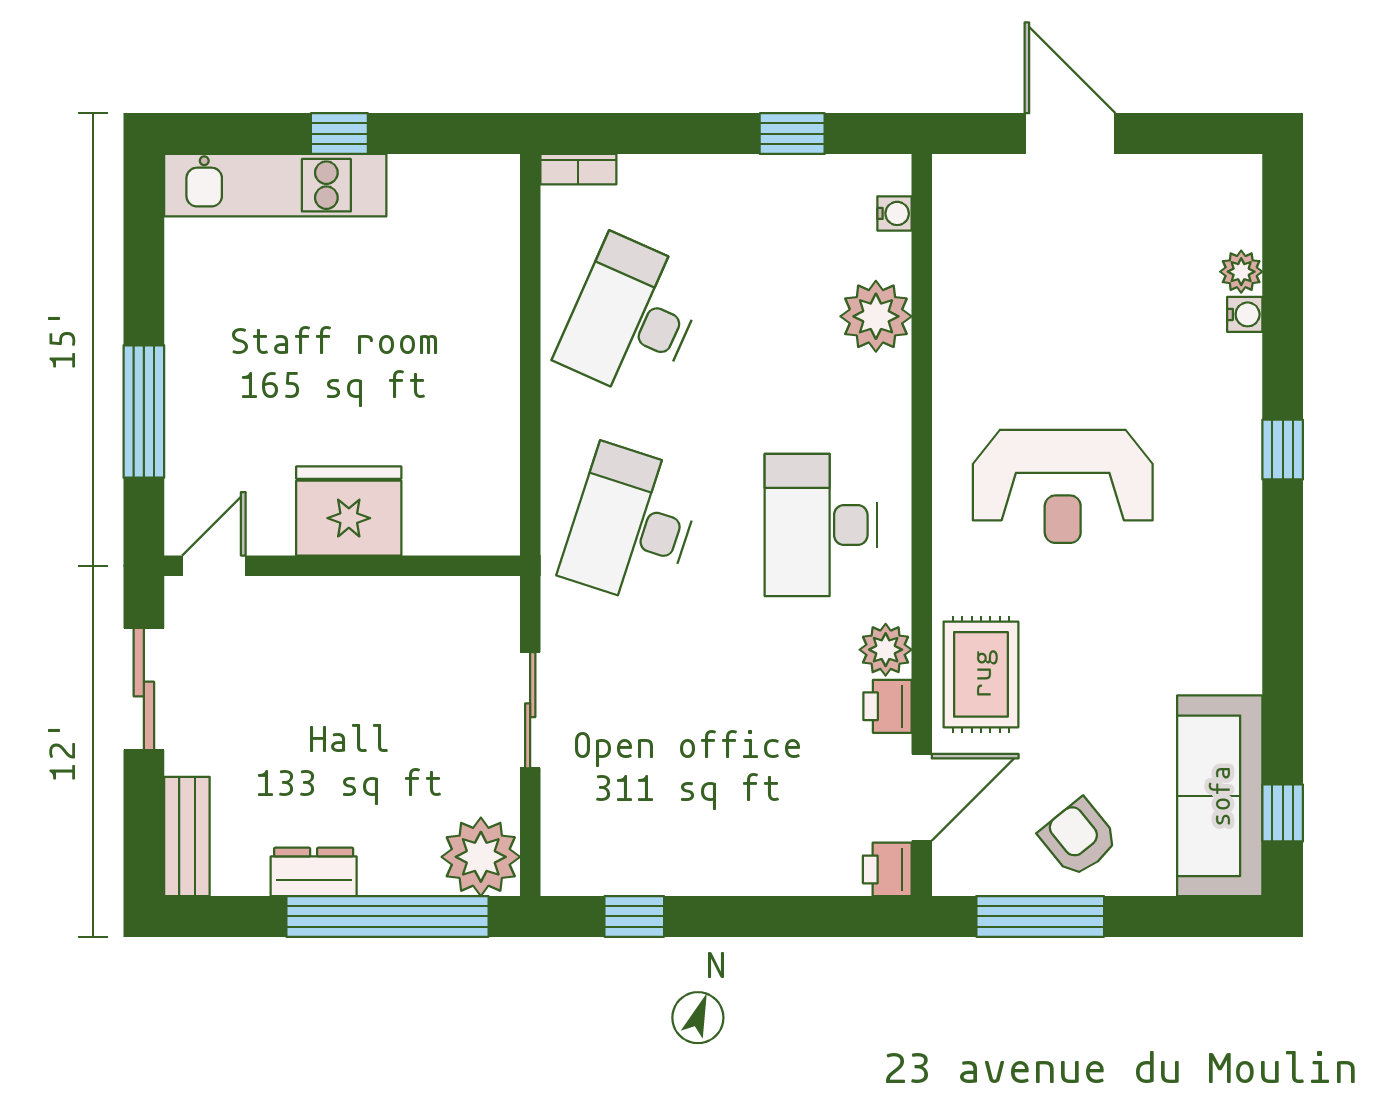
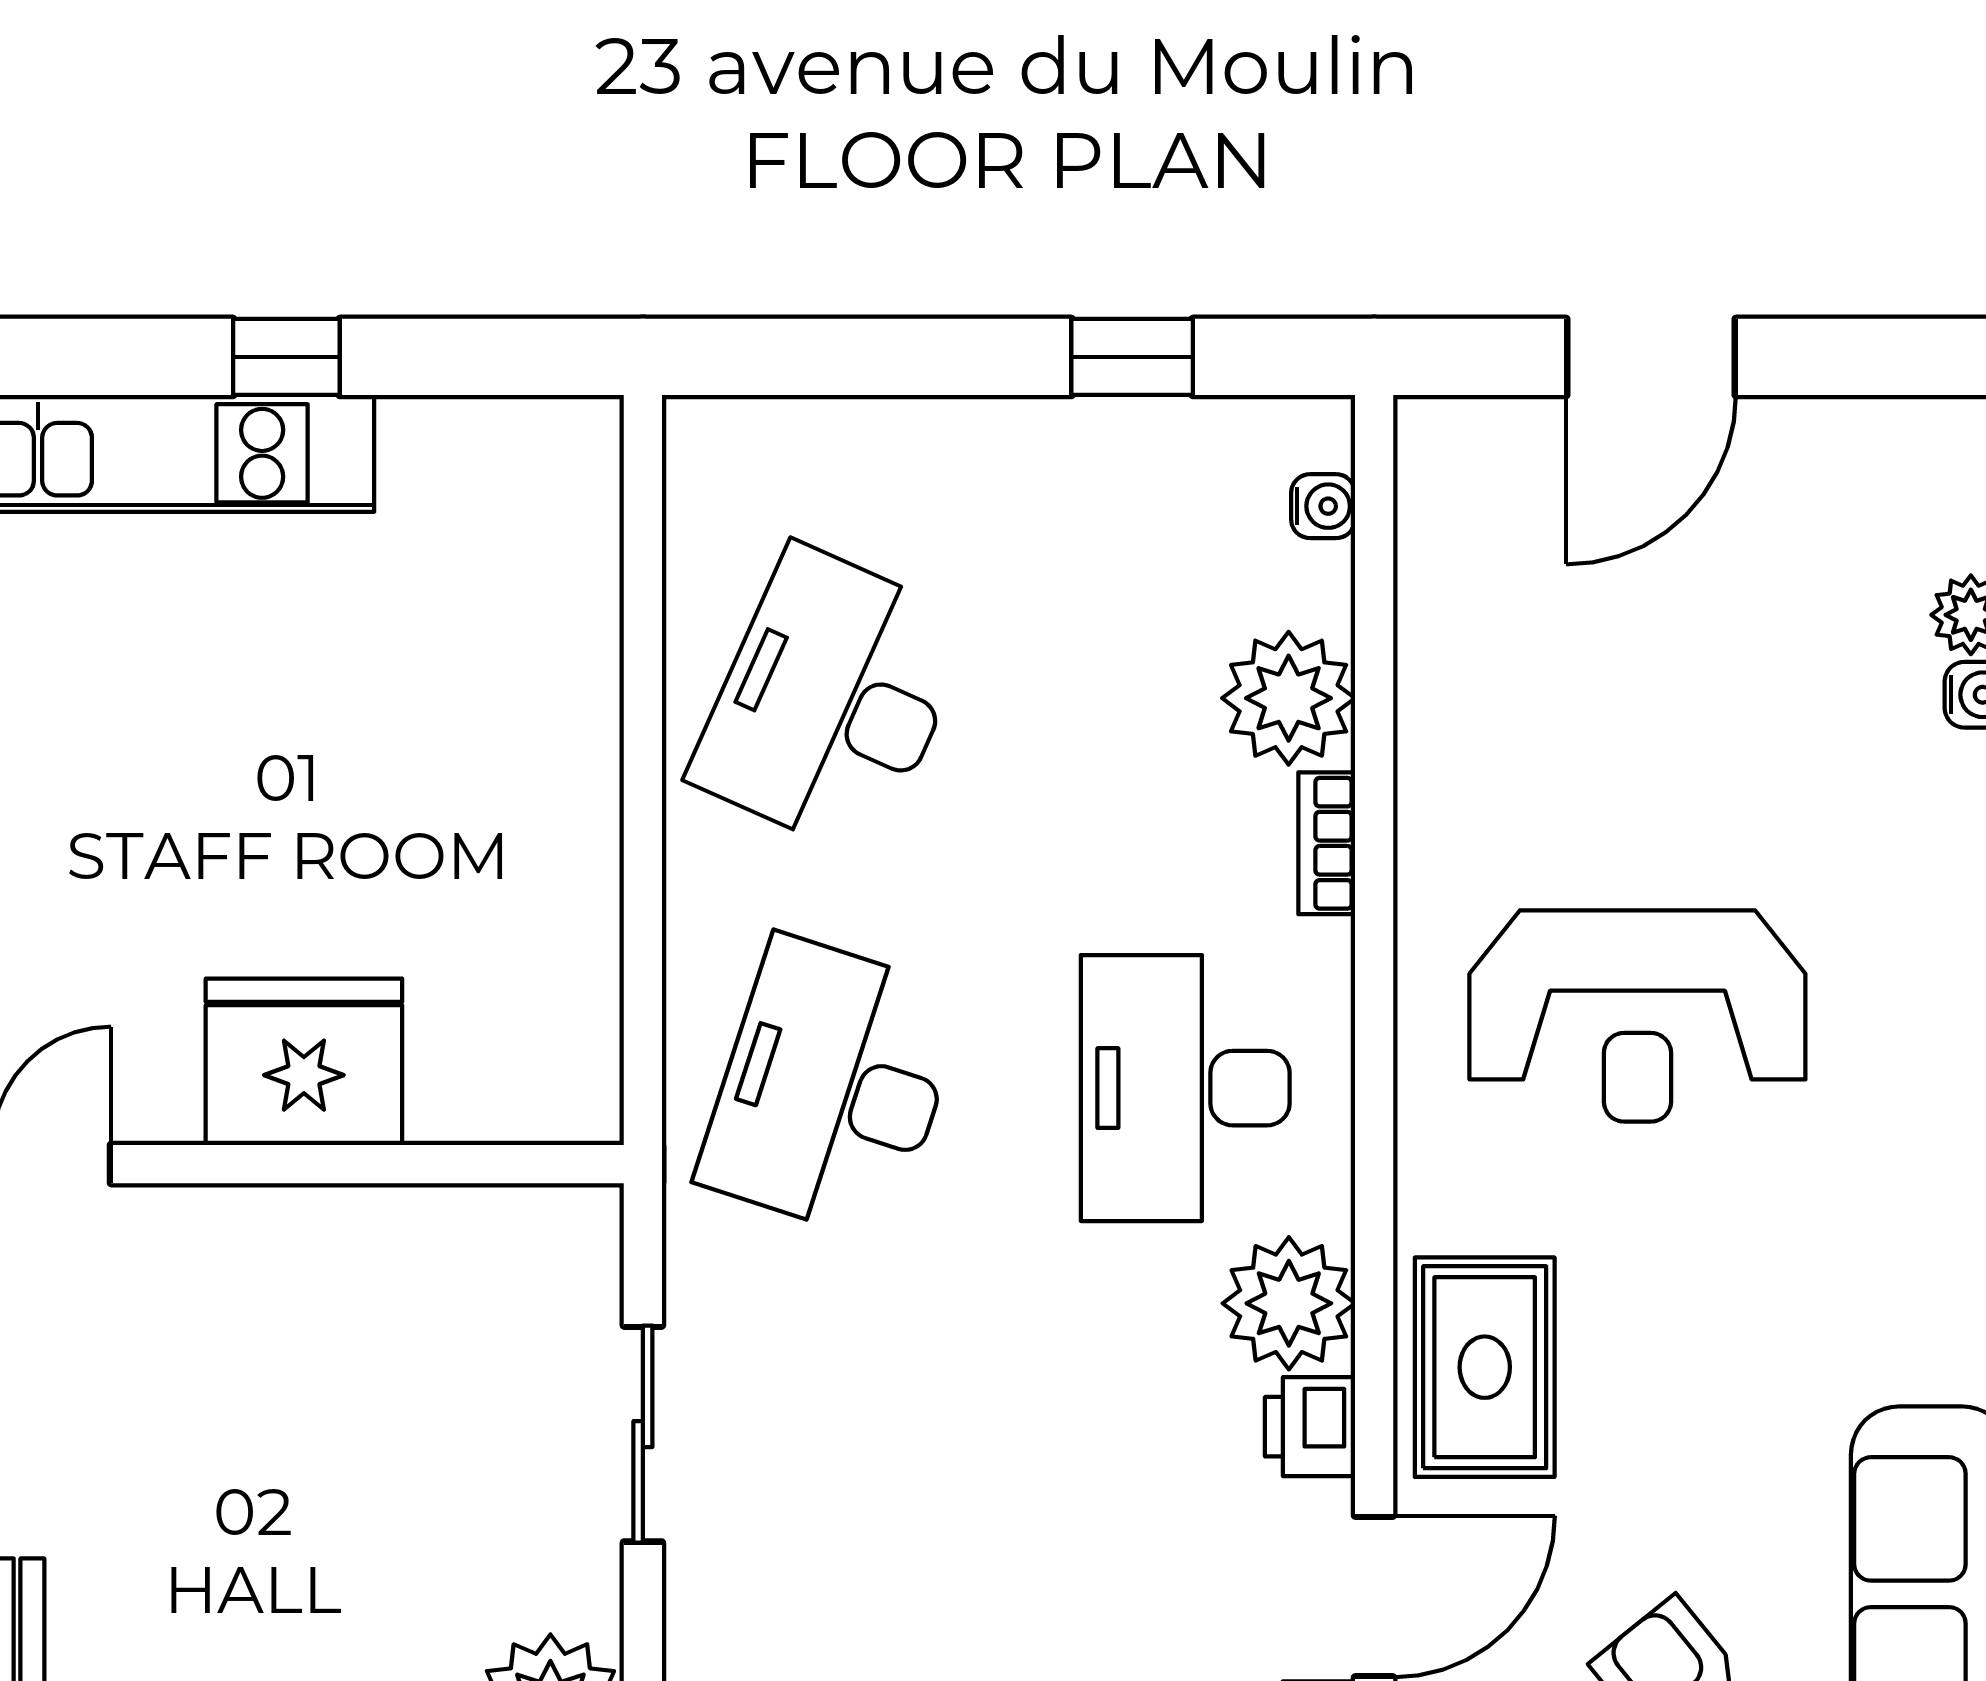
door: (1070, 134) -> (1651, 357), swing flipped
bookcase: (578, 169) -> (1327, 843), moved, turned 90
plant: (886, 650) -> (1289, 1303), width x1.36, depth x1.36

